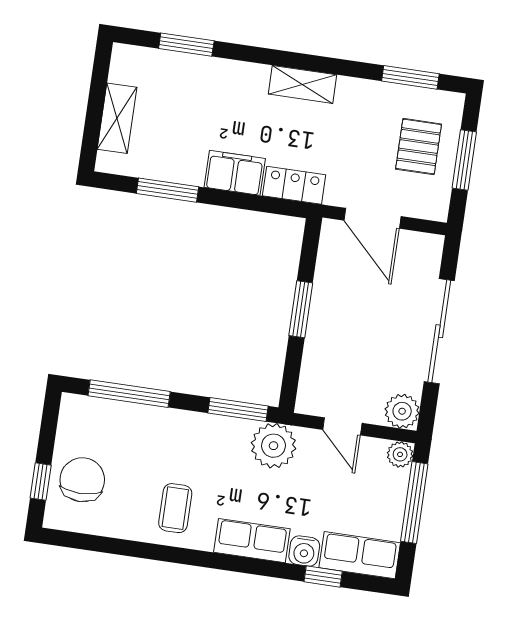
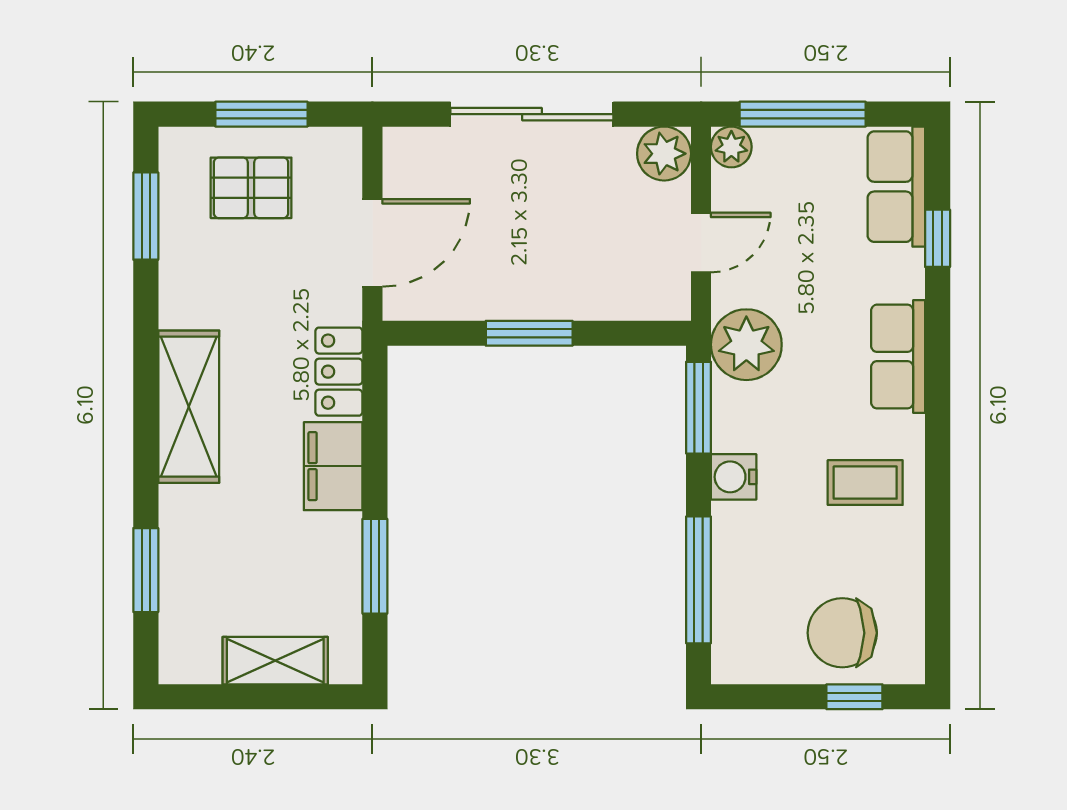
shelving: (303, 84) -> (189, 407), width x1.50, depth x1.33
water cooler: (304, 551) -> (734, 477), moved, turned 180

